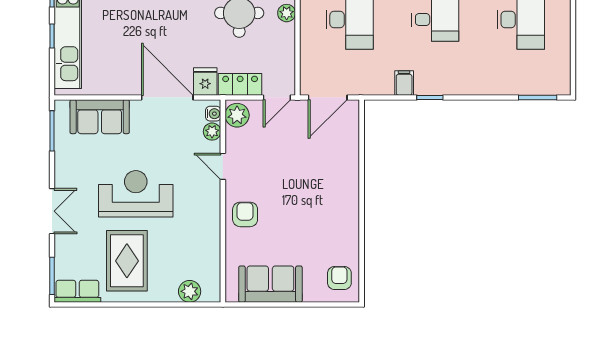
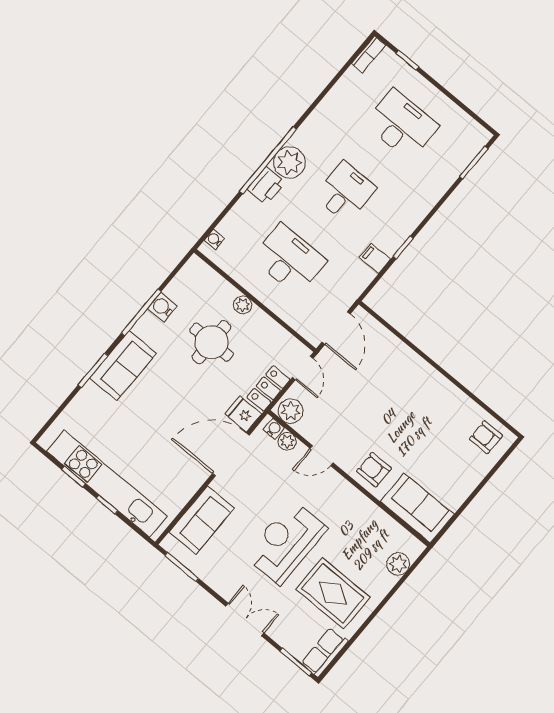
sofa: (270, 284) -> (417, 508), moved, turned 90

